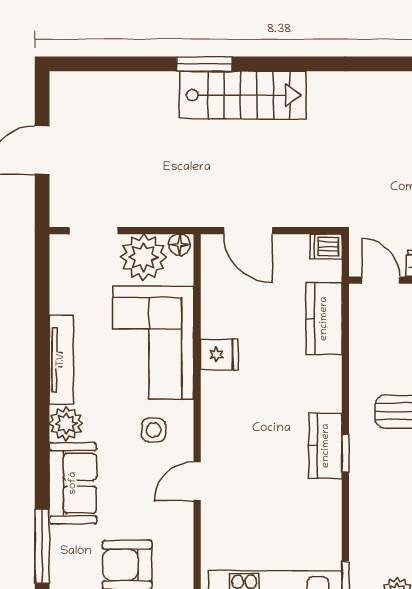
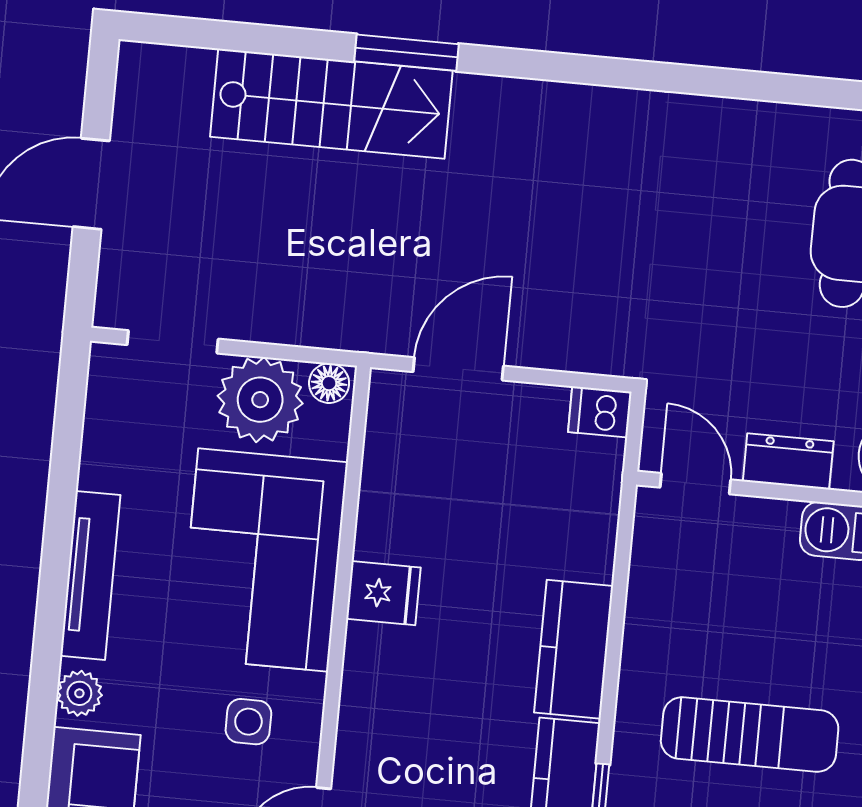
stairs: (243, 95) -> (331, 104), moved
door: (248, 231) -> (458, 369), swing flipped
kitchen counter: (324, 319) -> (574, 649), moved
plant: (66, 424) -> (79, 693), width x0.73, depth x0.73

